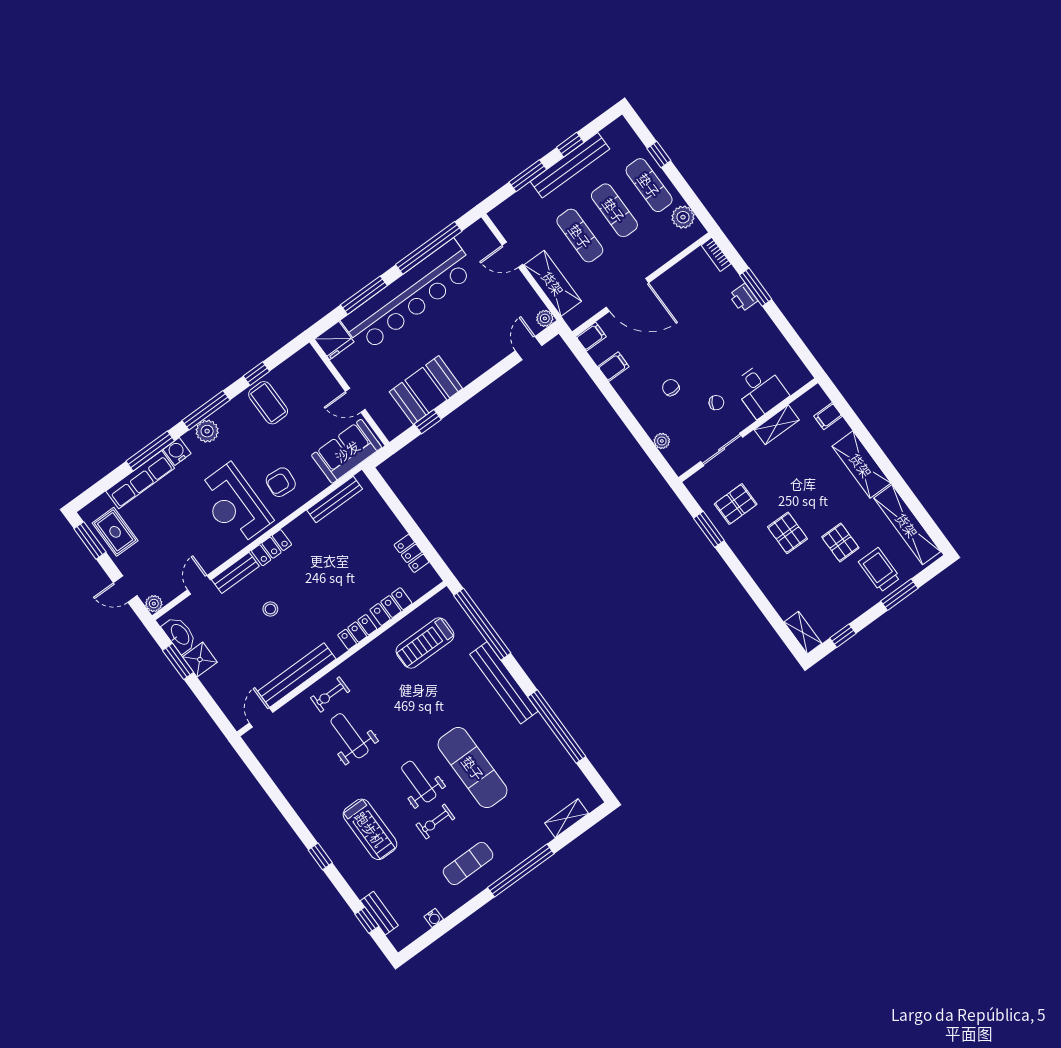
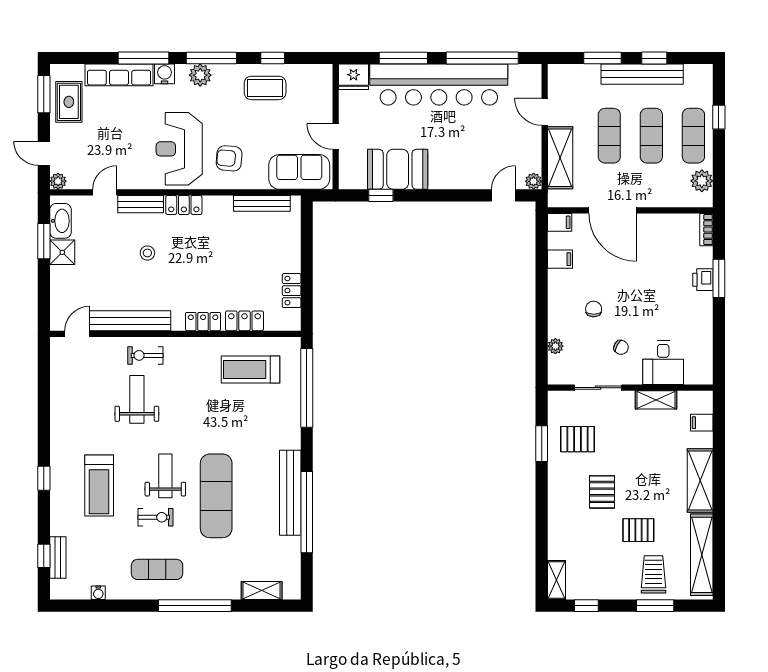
coffee table: (268, 403) -> (265, 88), turned 90
pallet: (840, 542) -> (638, 530), turned 90
bench: (504, 683) -> (290, 493), moved
exercise bike: (435, 822) -> (155, 517), turned 180

